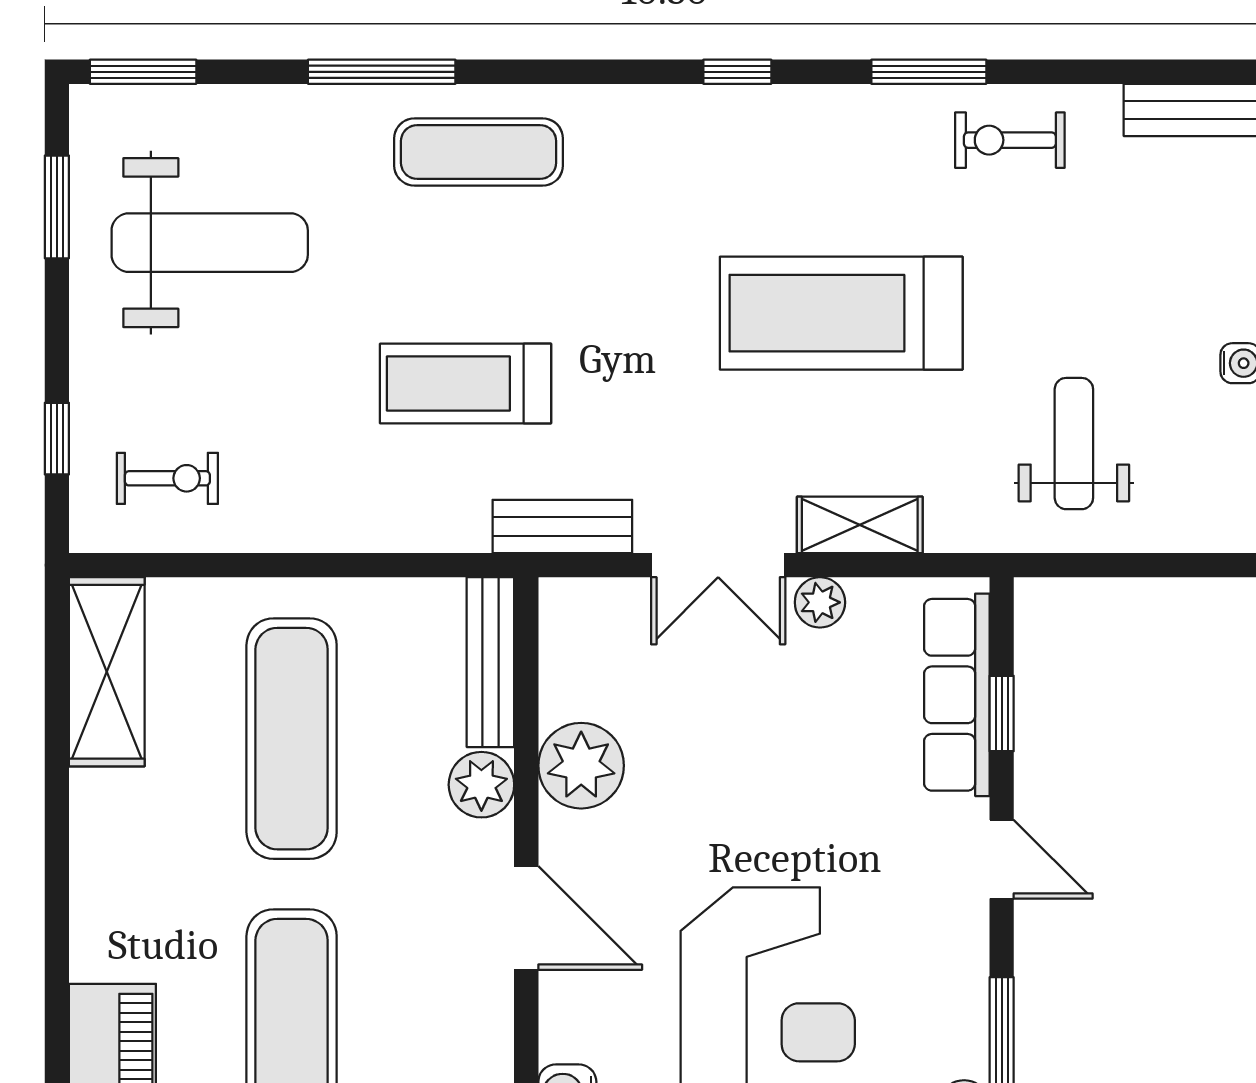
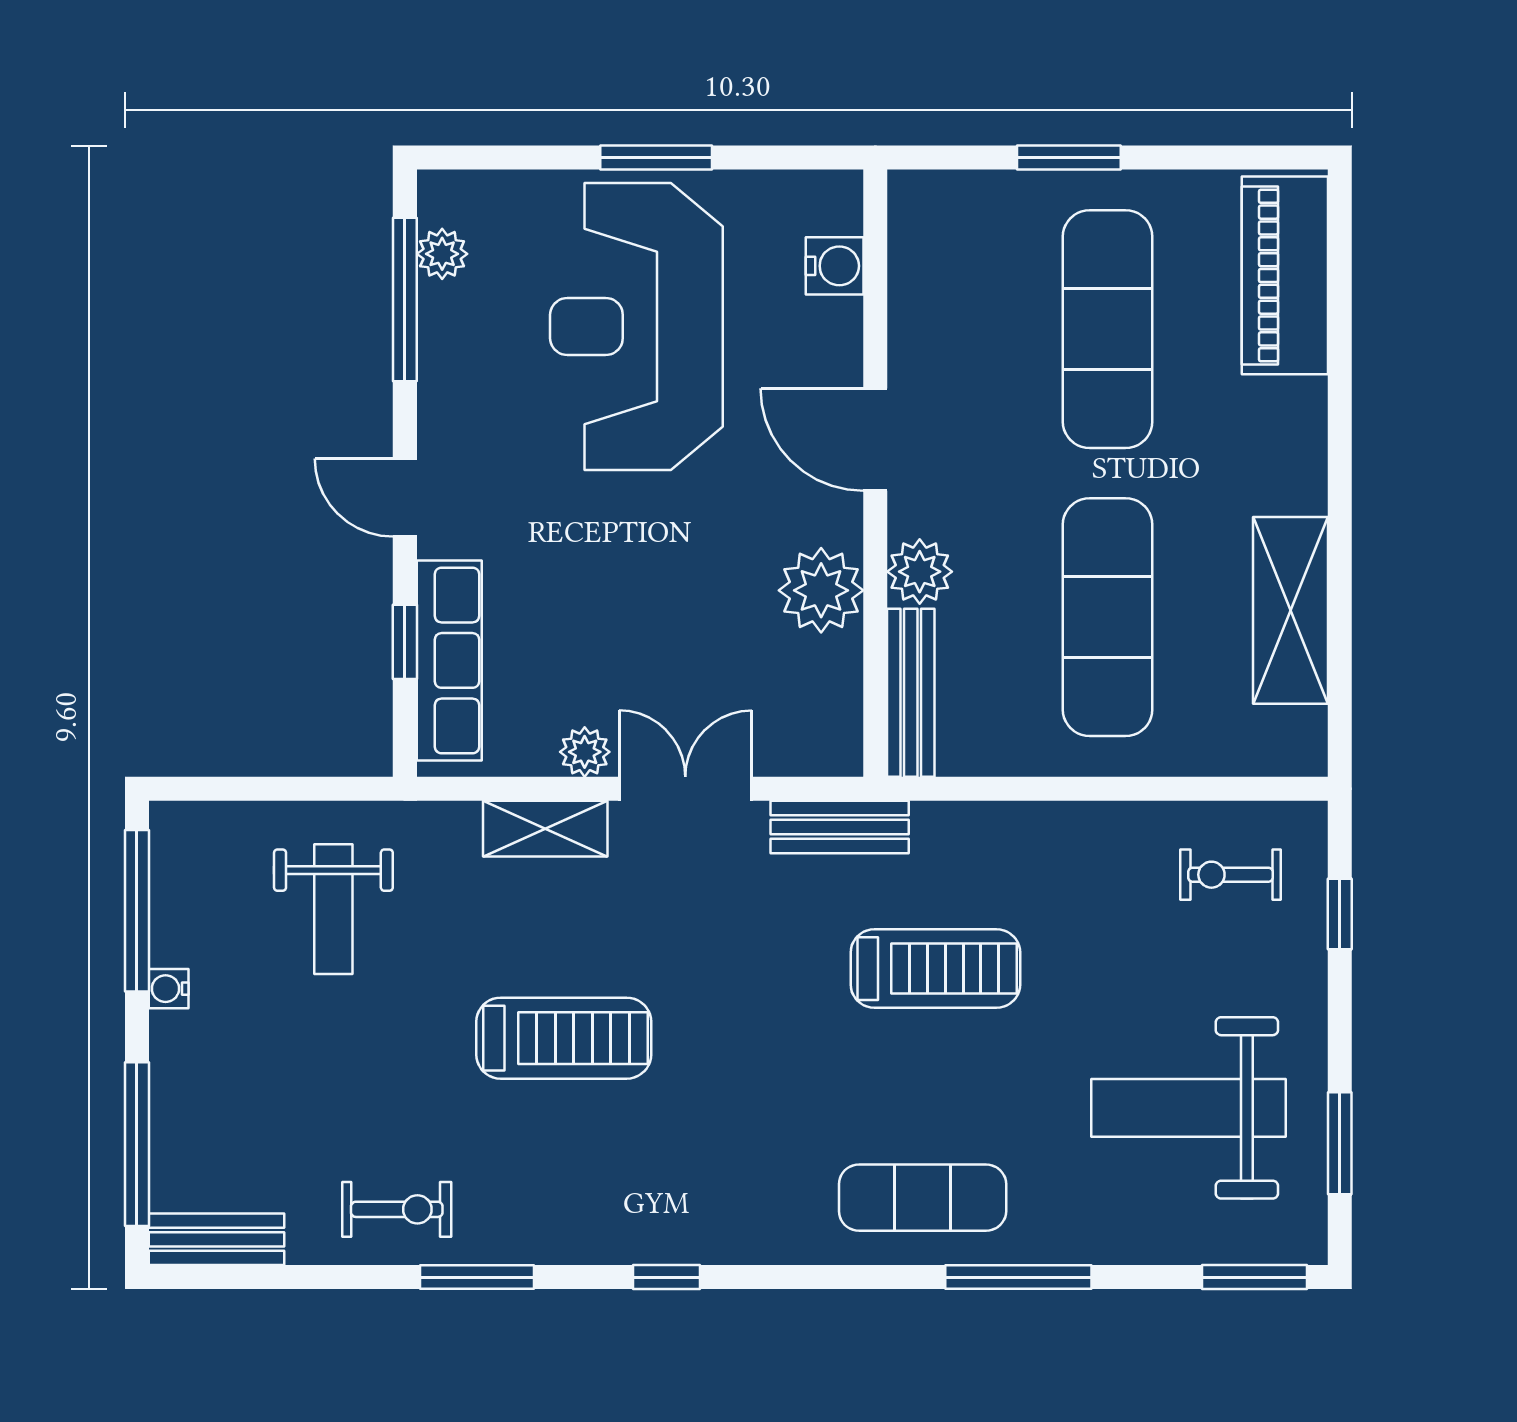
treadmill: (841, 313) -> (564, 1038), width x0.73, depth x0.73
shelving: (107, 672) -> (1290, 610), moved

